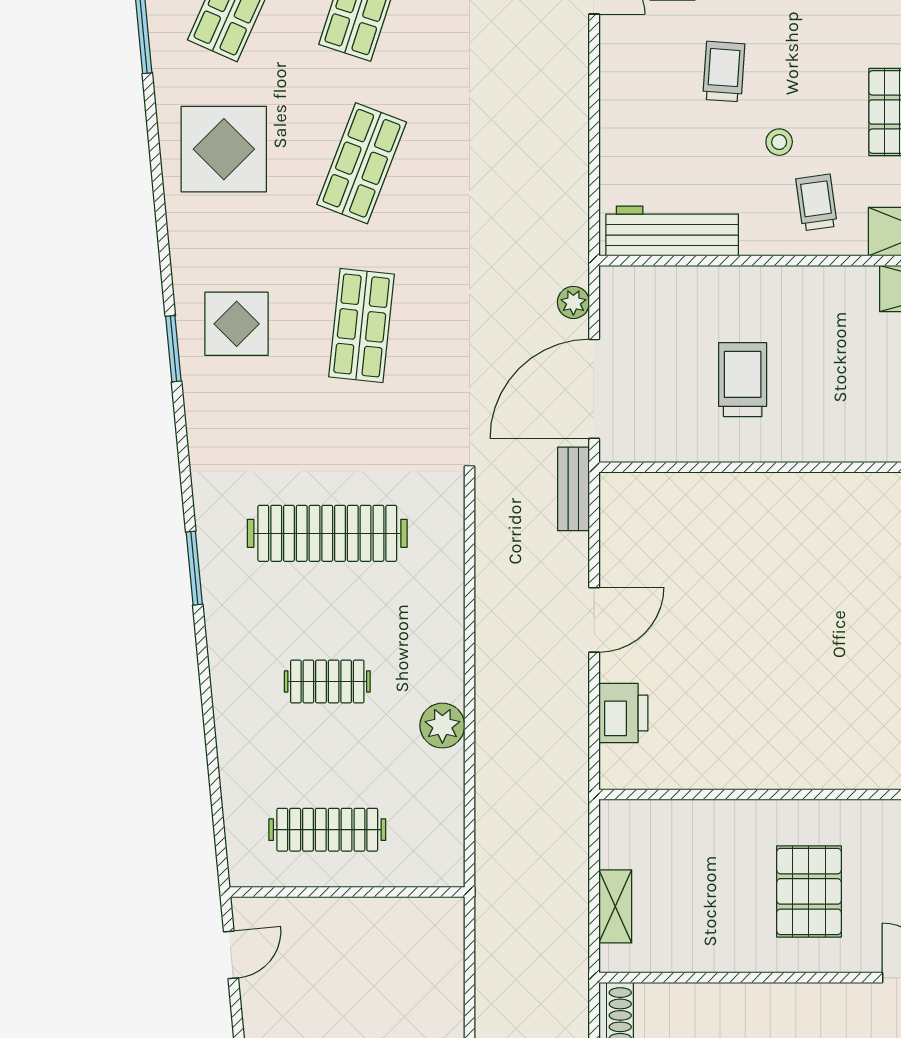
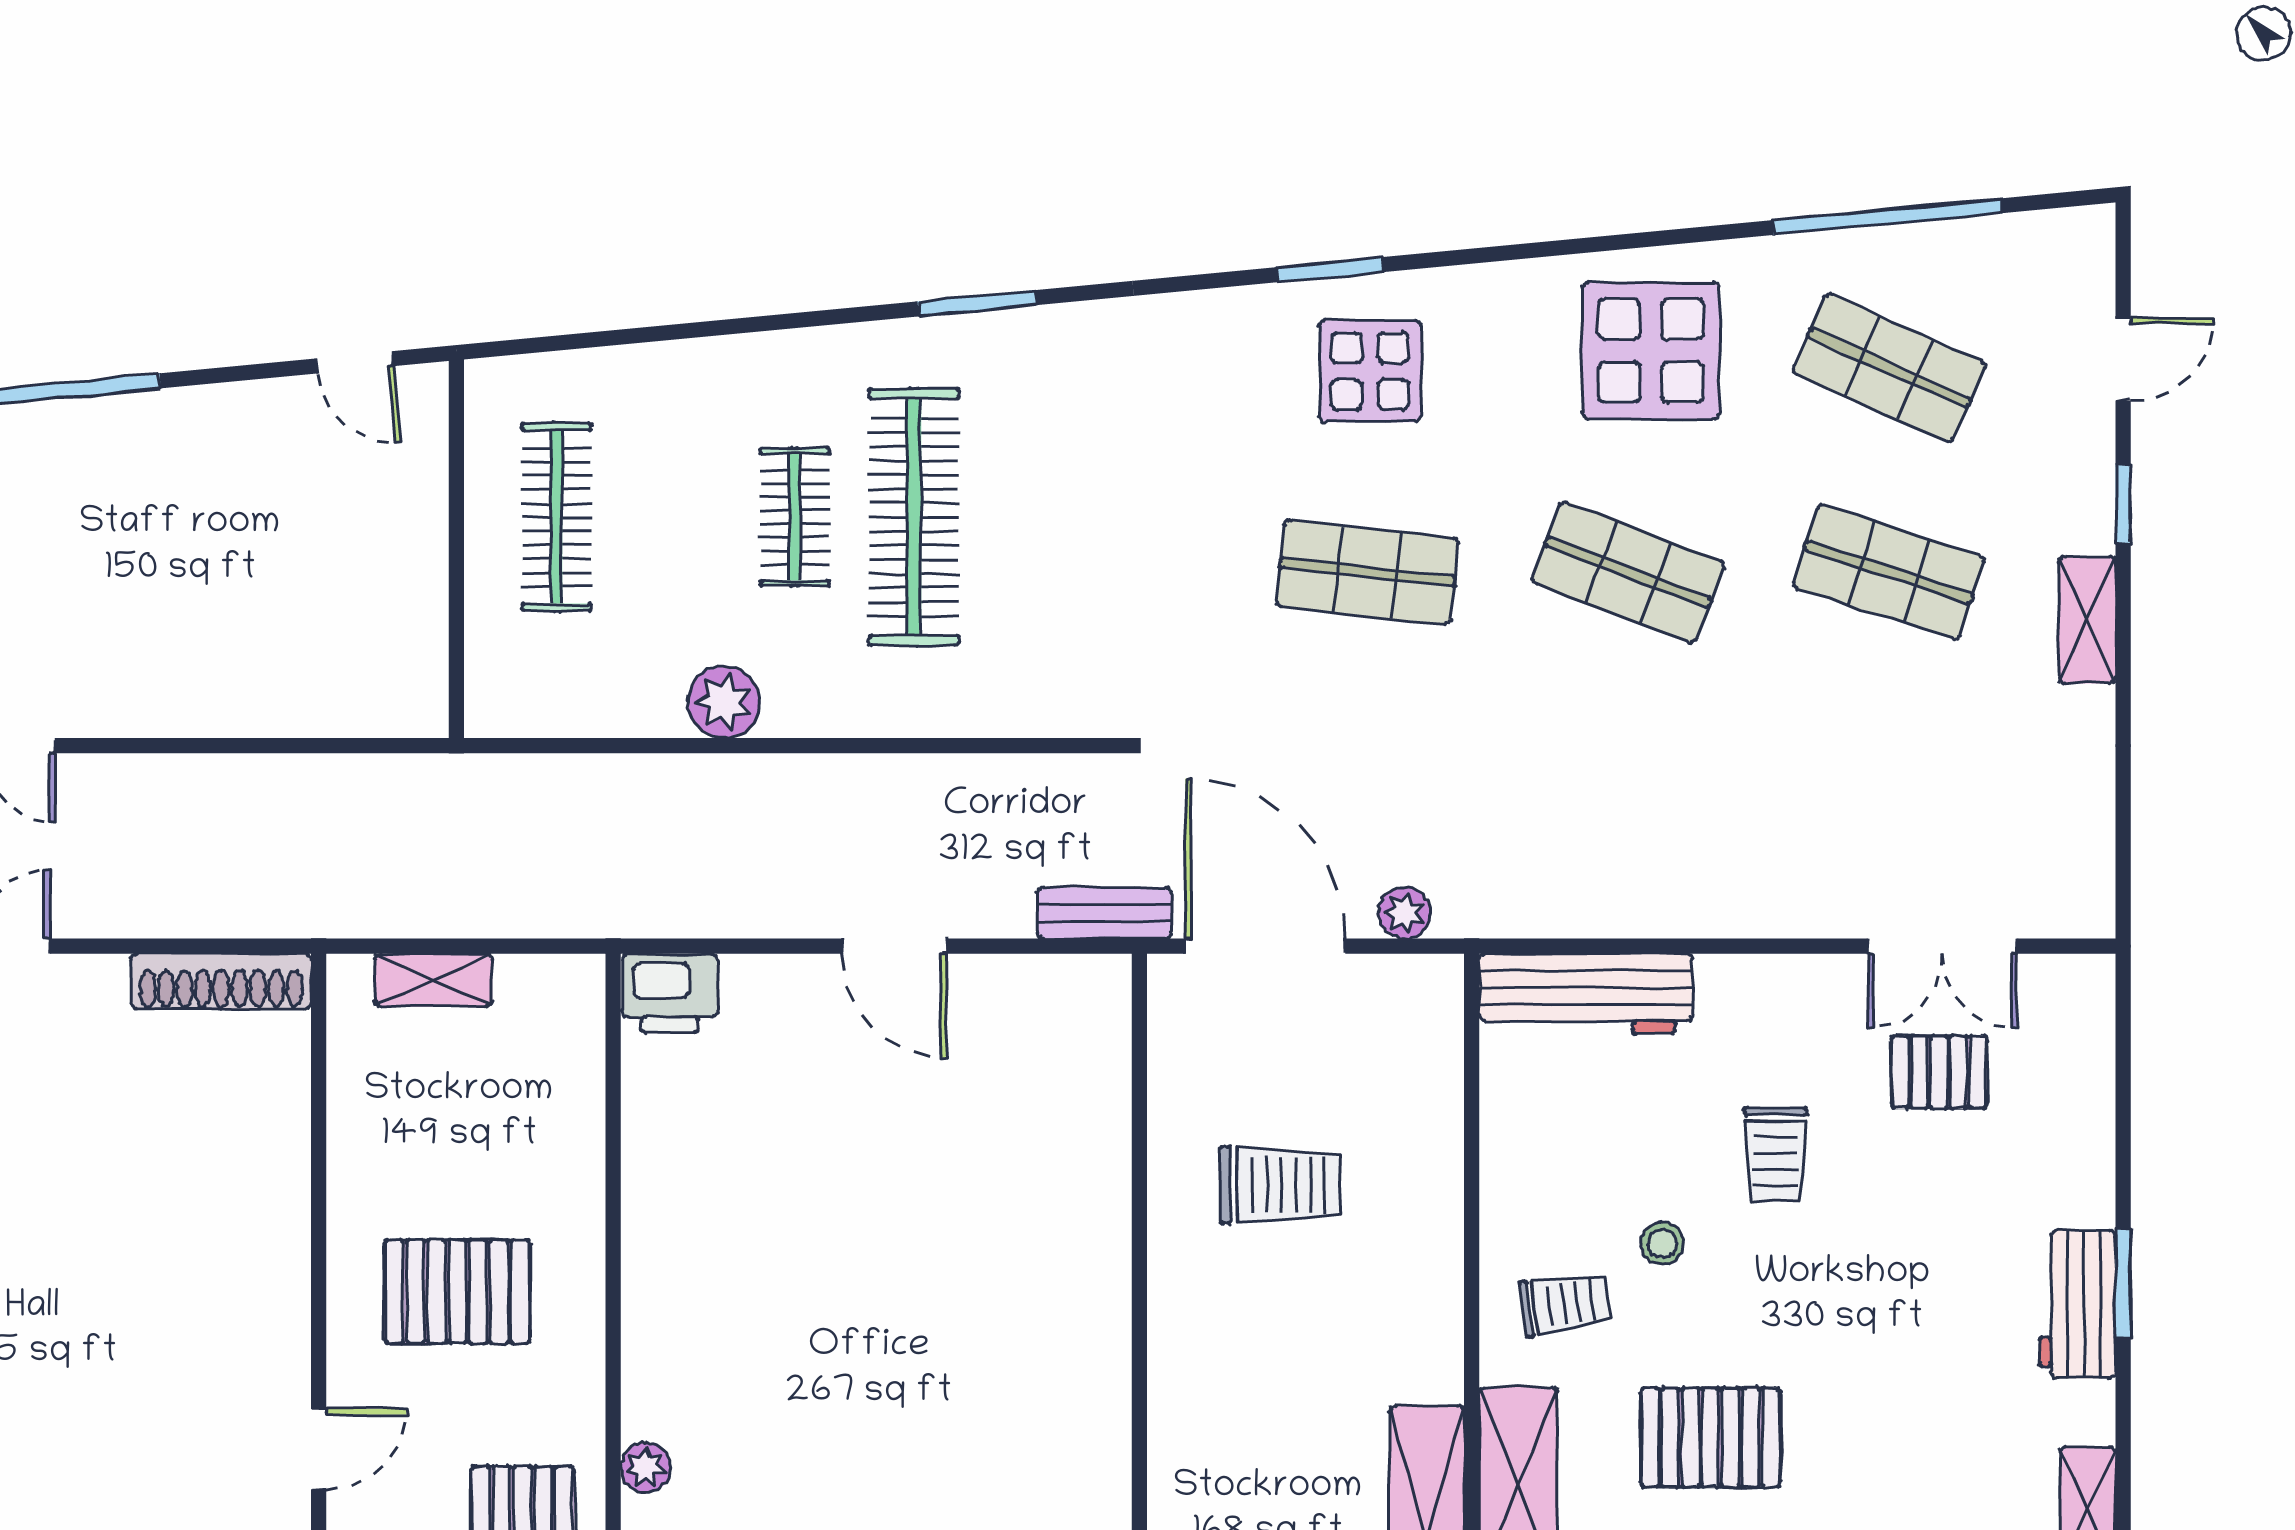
trolley: (724, 72) -> (1776, 1154), turned 86
workbench: (672, 231) -> (1586, 994), moved, turned 90
clothes rail: (327, 533) -> (914, 517), moved
printer: (623, 713) -> (670, 993), moved

